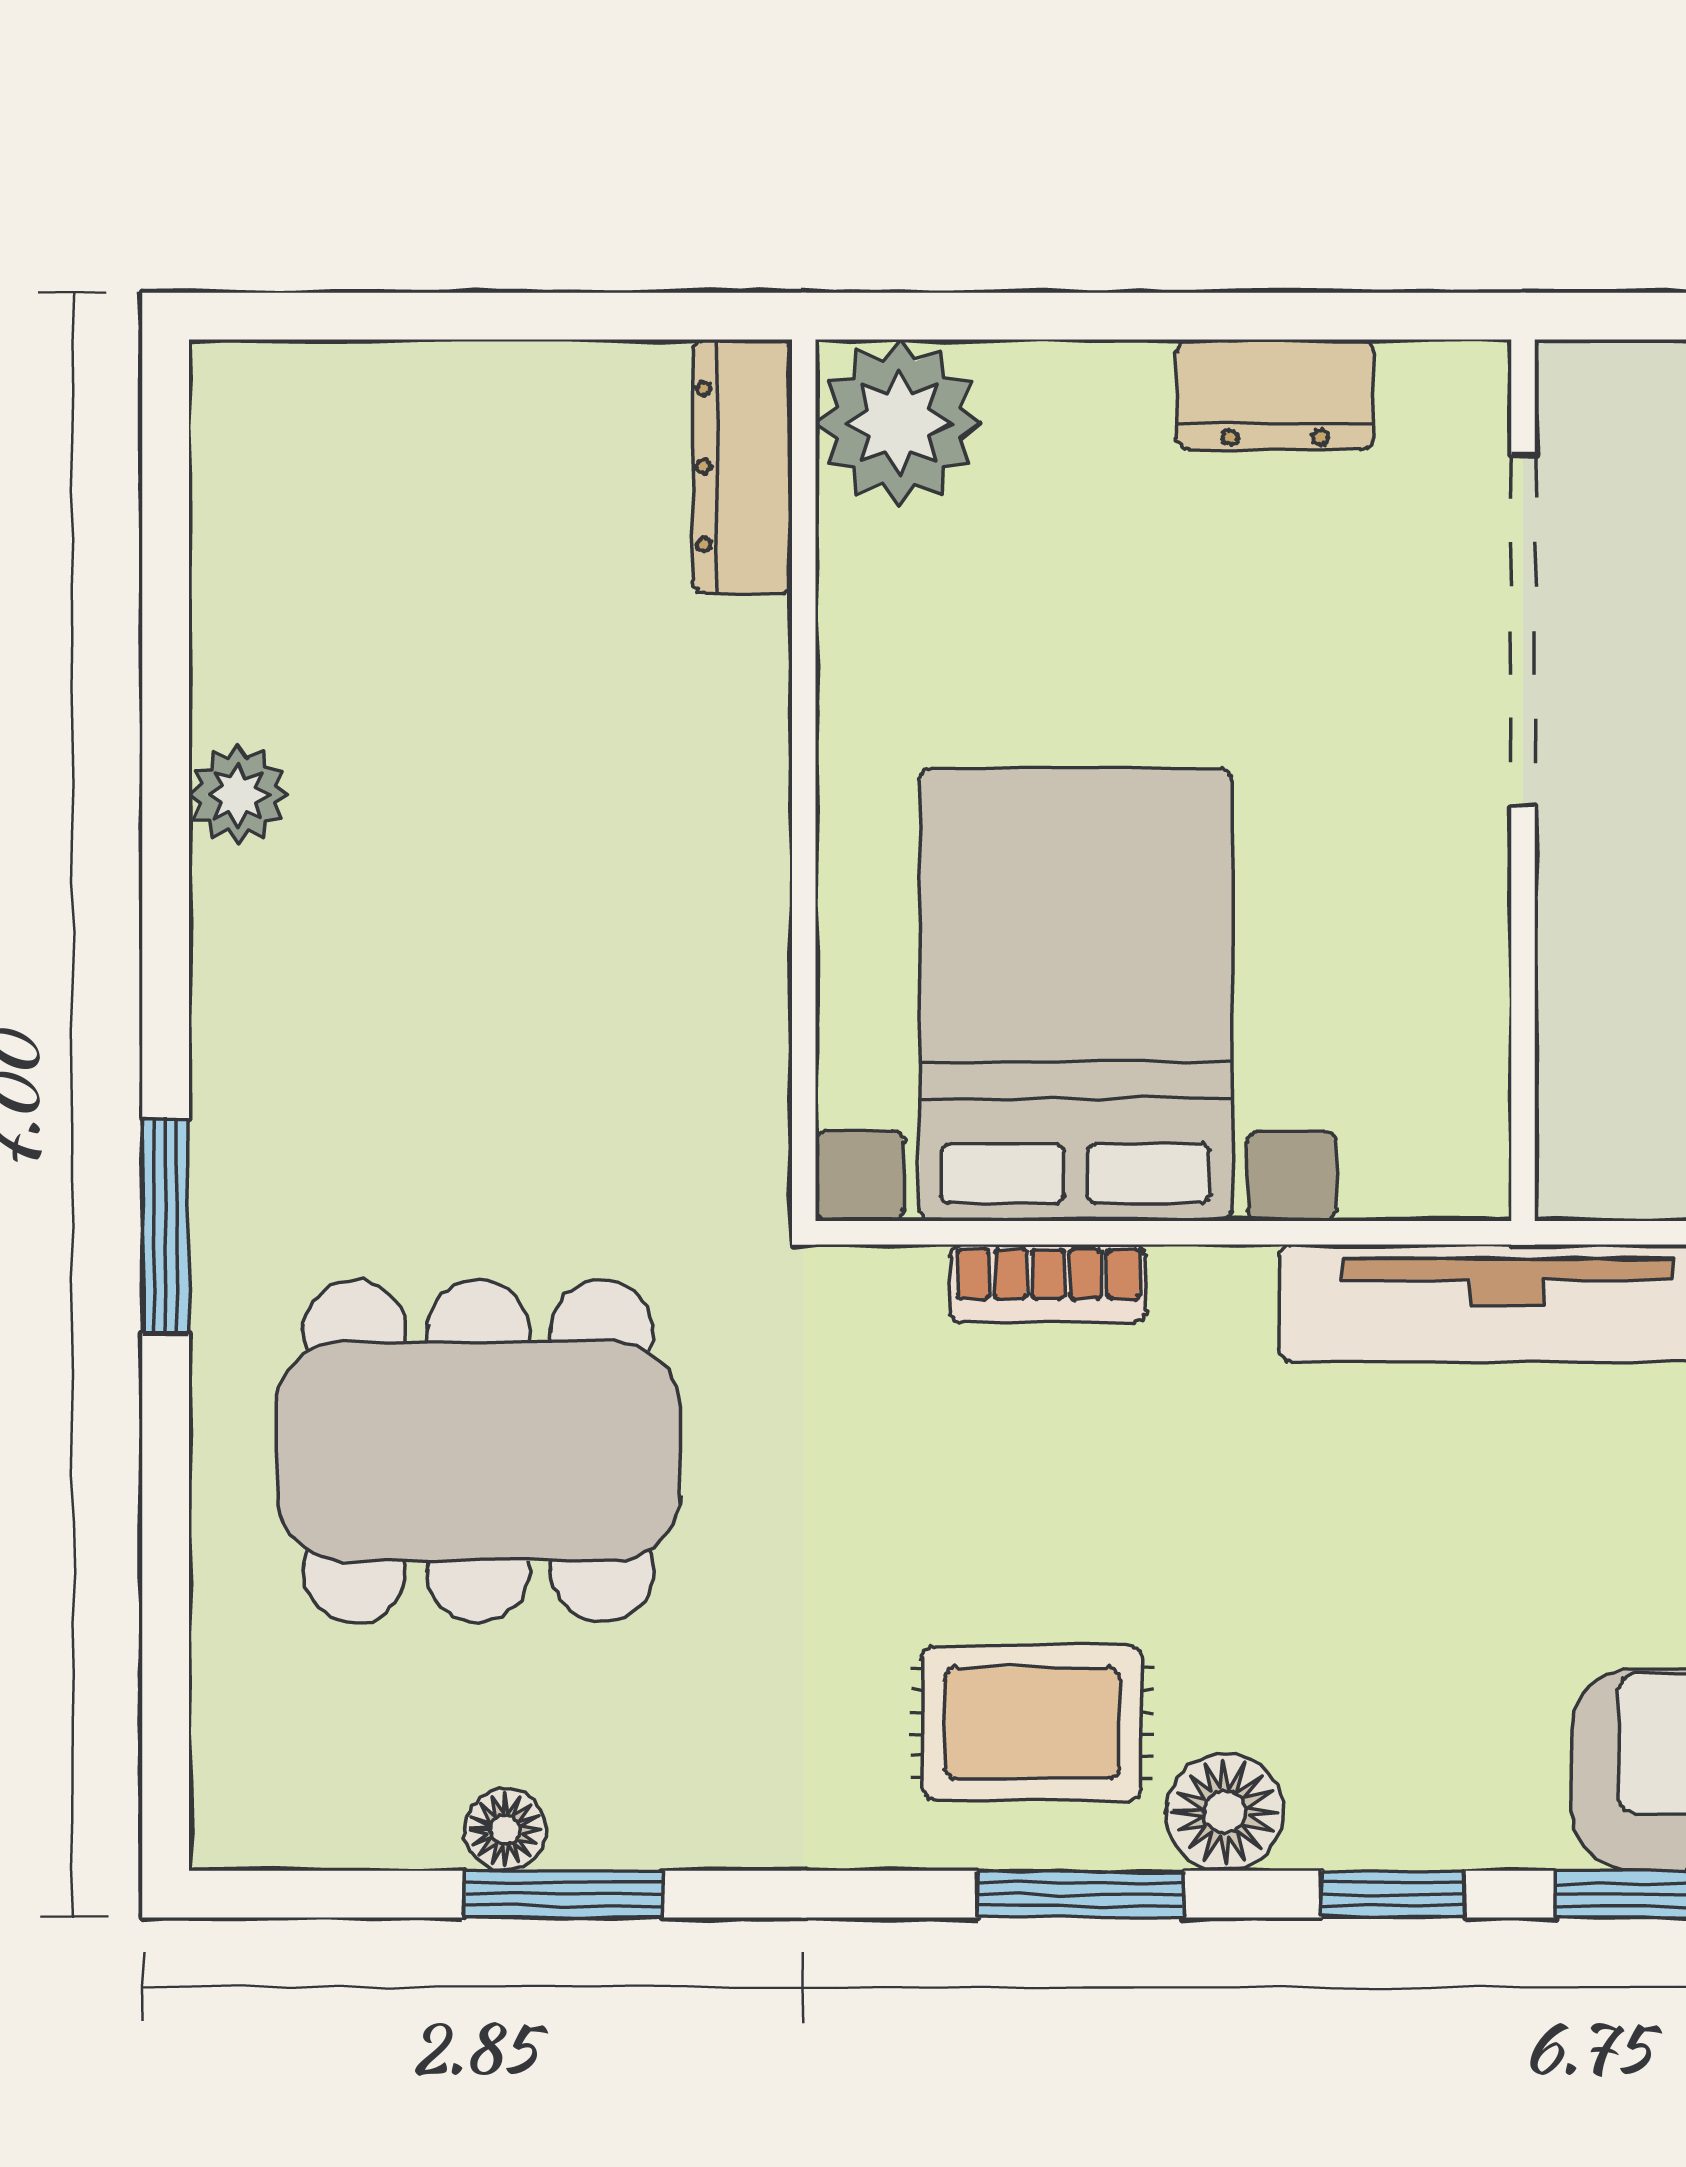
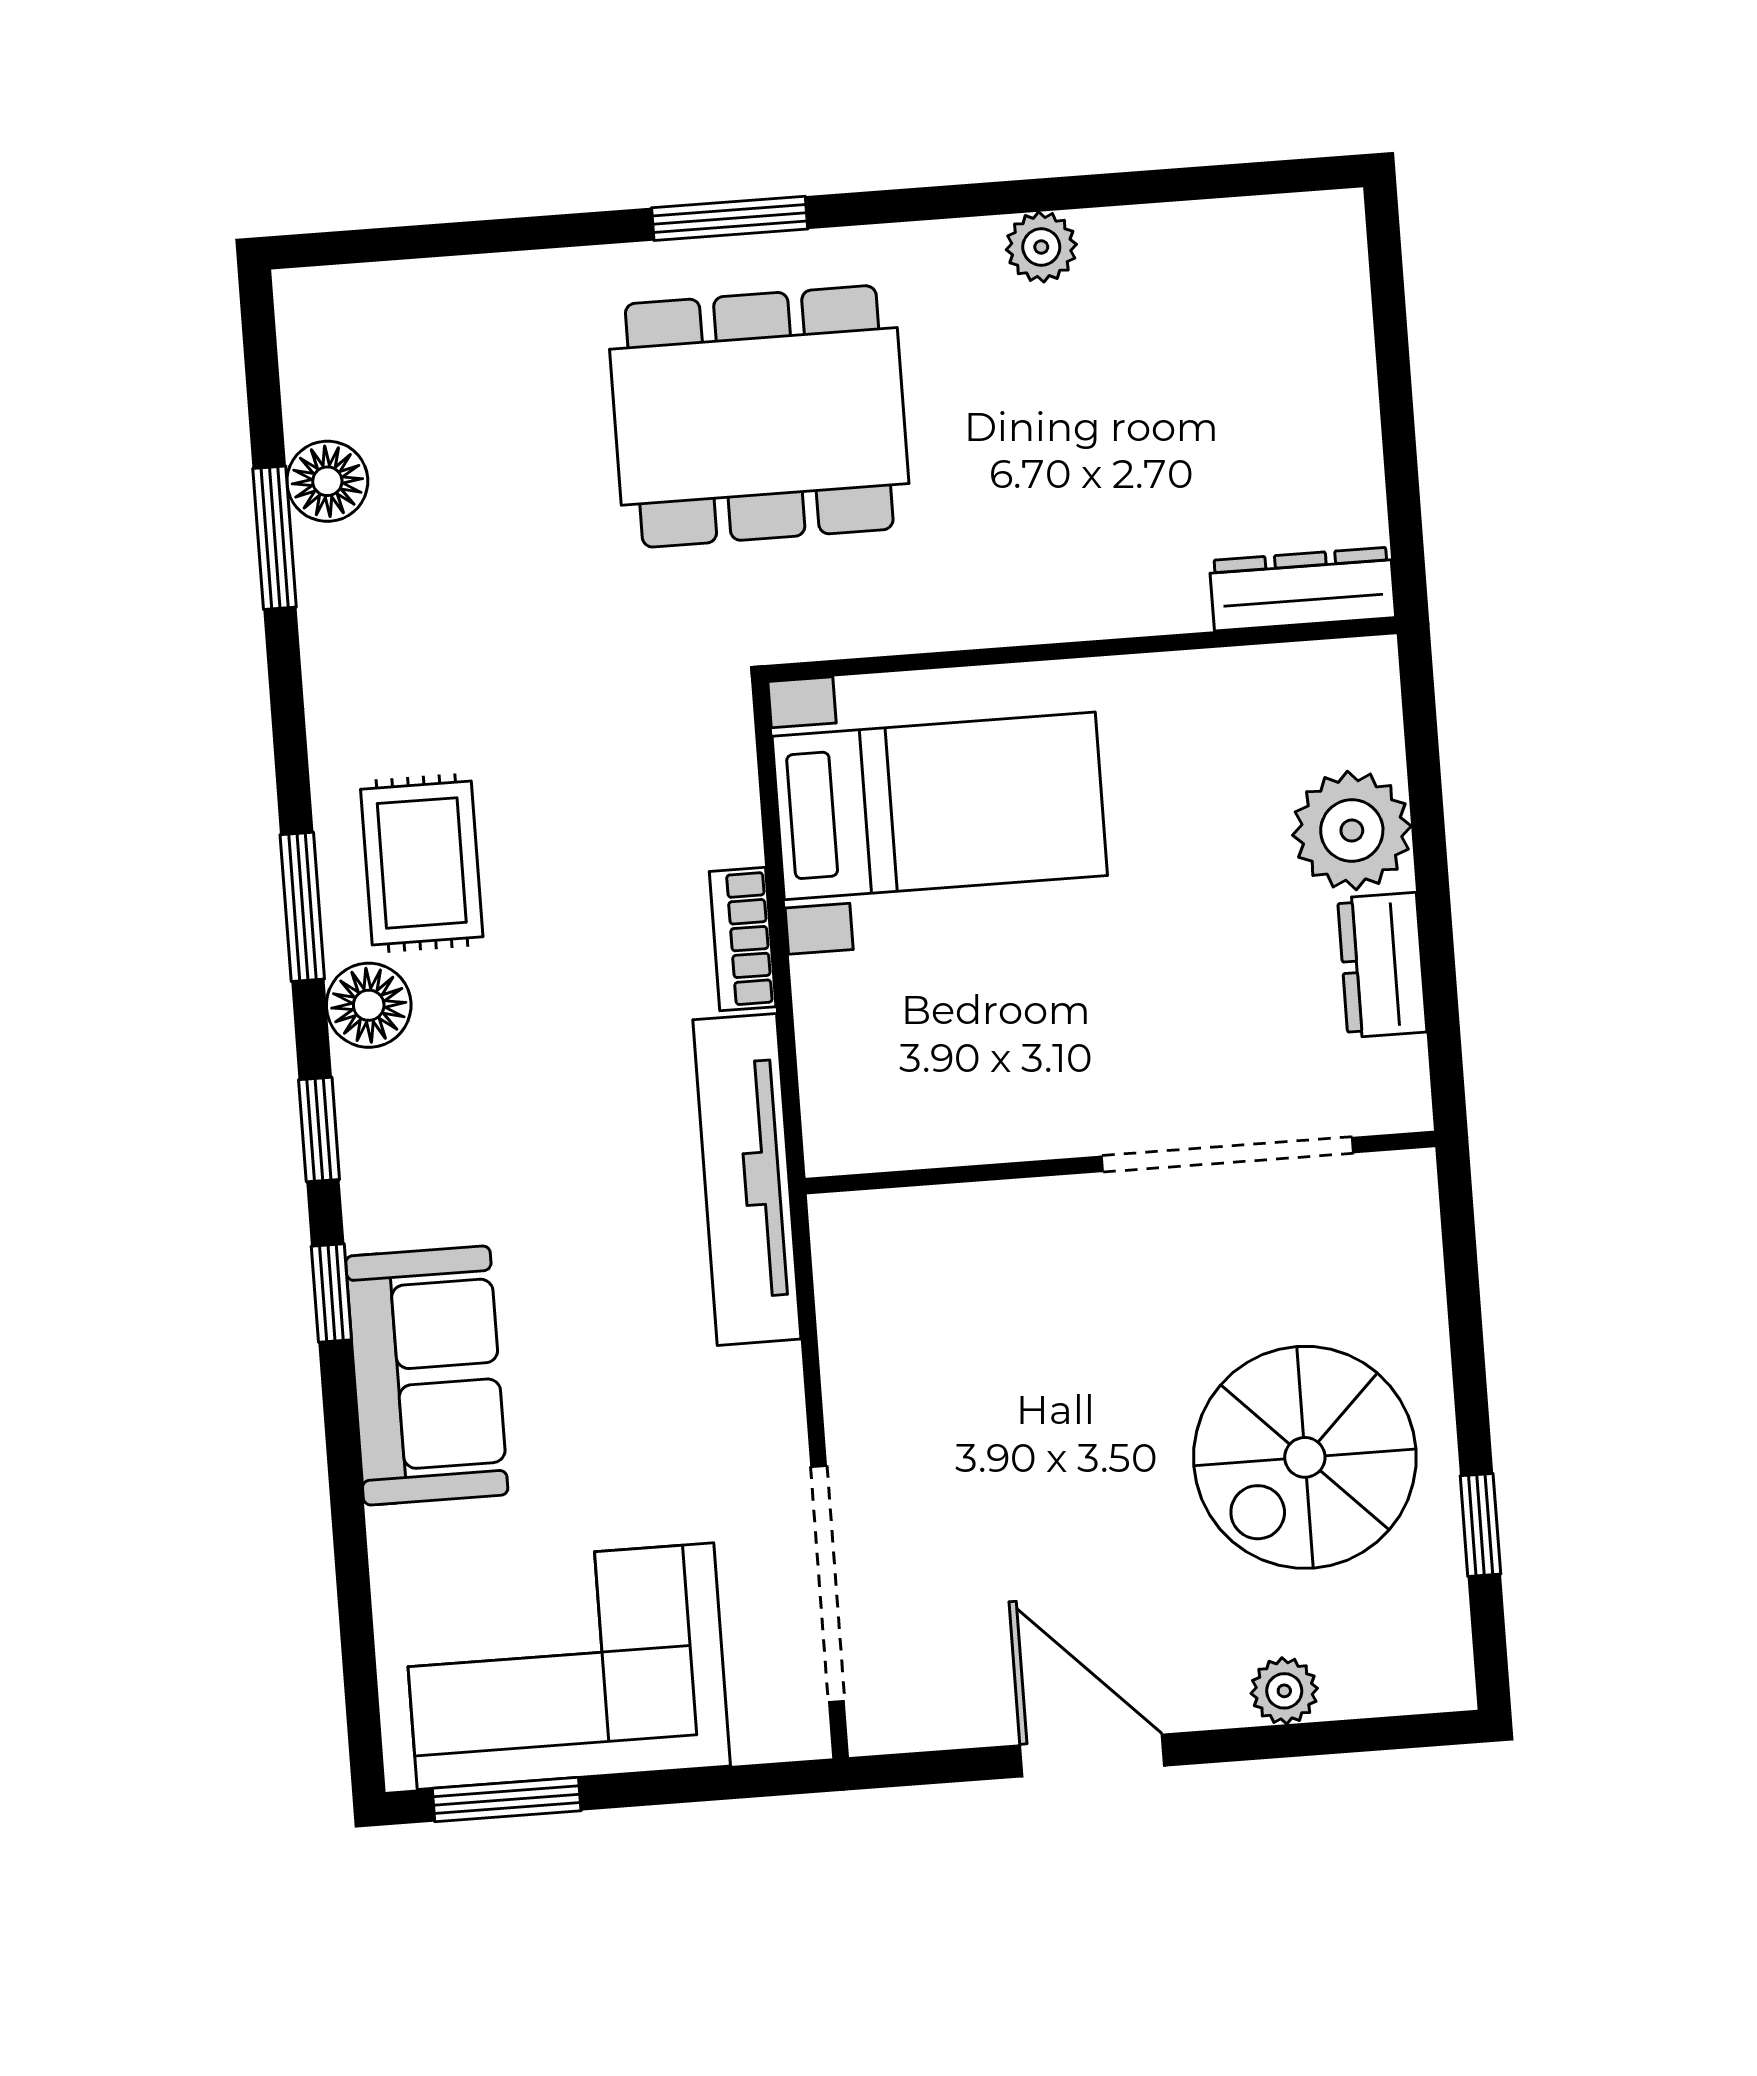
plant: (899, 423) -> (1352, 831), moved
bed with nightstands: (1076, 995) -> (940, 806), width x0.73
bookcase: (1048, 1284) -> (743, 939), moved
dining table: (478, 1451) -> (759, 416), moved, turned 90
floor lamp: (505, 1830) -> (327, 481), width x1.37, depth x1.37

